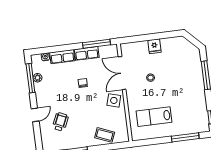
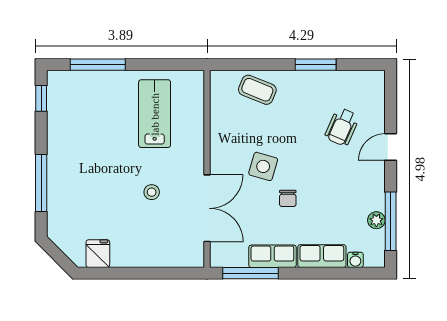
fridge: (154, 46) -> (98, 254), moved
side table: (114, 100) -> (263, 166), moved
lab bench: (154, 117) -> (155, 114), turned -90

